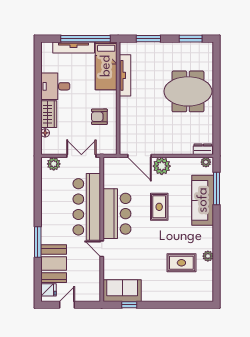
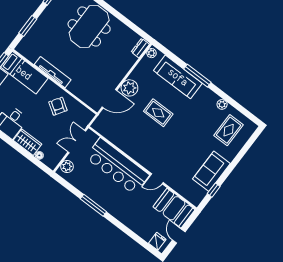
tv unit: (125, 75) -> (53, 72), moved
armchair: (99, 117) -> (58, 106), turned 123
window: (216, 188) -> (197, 76), moved
bar counter: (117, 214) -> (139, 148), removed
window: (38, 242) -> (93, 205), moved
rug: (181, 263) -> (229, 130), moved
booth: (54, 264) -> (174, 208), moved
sofa: (122, 291) -> (211, 171), moved

